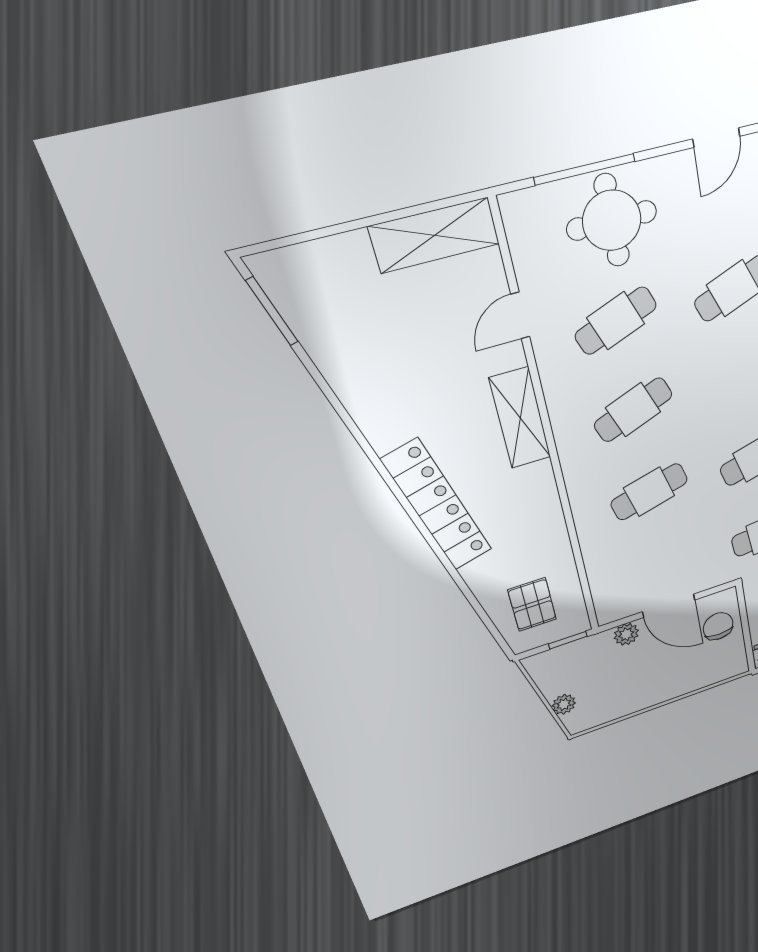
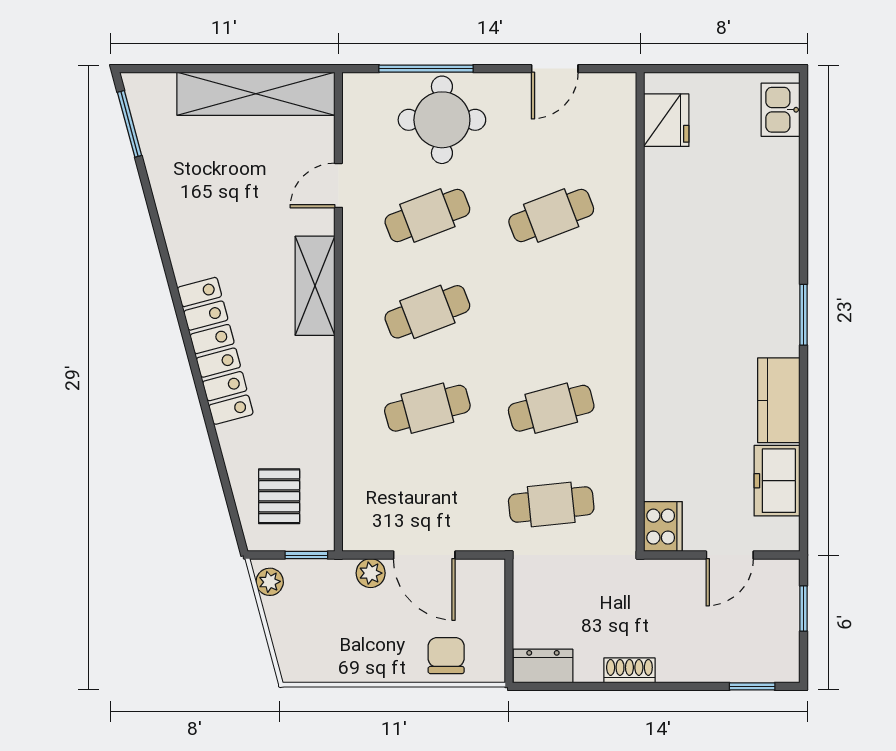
shelving: (434, 235) -> (256, 94), width x1.47
chair: (718, 626) -> (446, 656), moved
plant: (564, 704) -> (270, 582), moved

